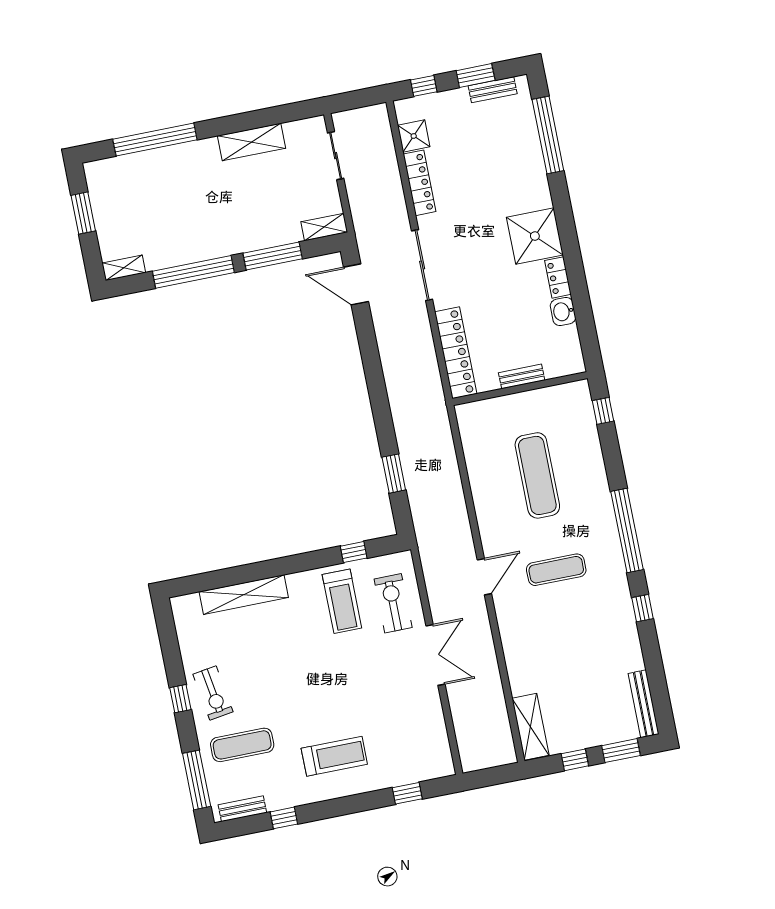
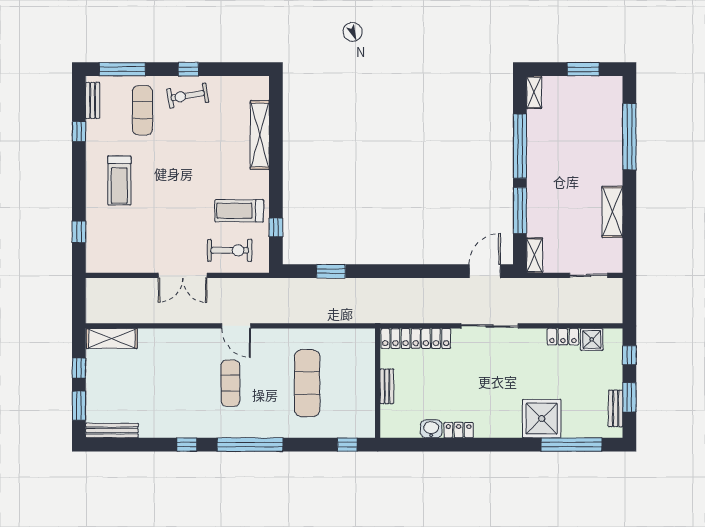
locker: (420, 183) -> (563, 337), width x0.66
shower: (535, 236) -> (542, 419), moved
exercise mat: (537, 475) -> (307, 383), turned 90

